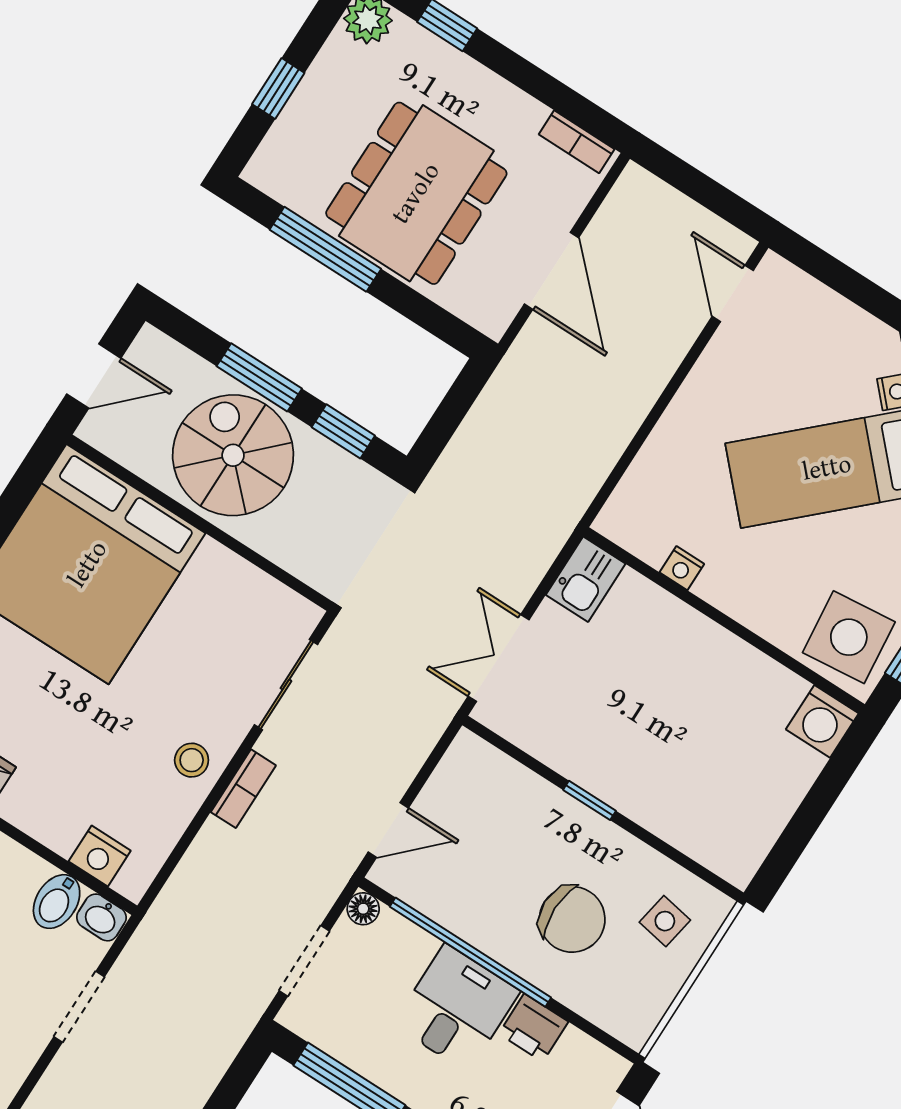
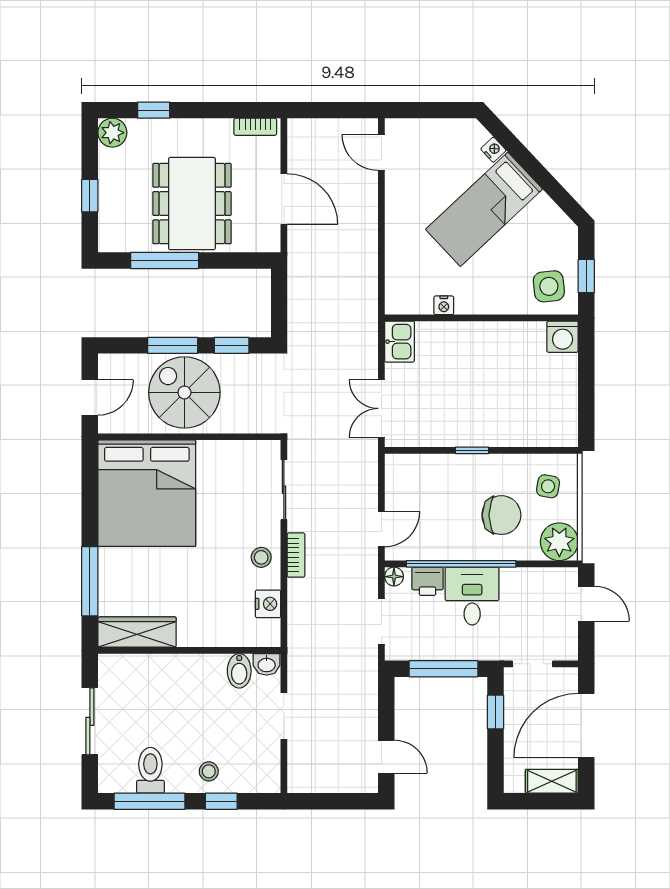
side table: (849, 637) -> (549, 286), width x0.73, depth x0.73
nightstand: (100, 856) -> (268, 604), moved, turned -90
plant: (630, 1010) -> (559, 542), added
printer: (533, 1028) -> (427, 581), moved

